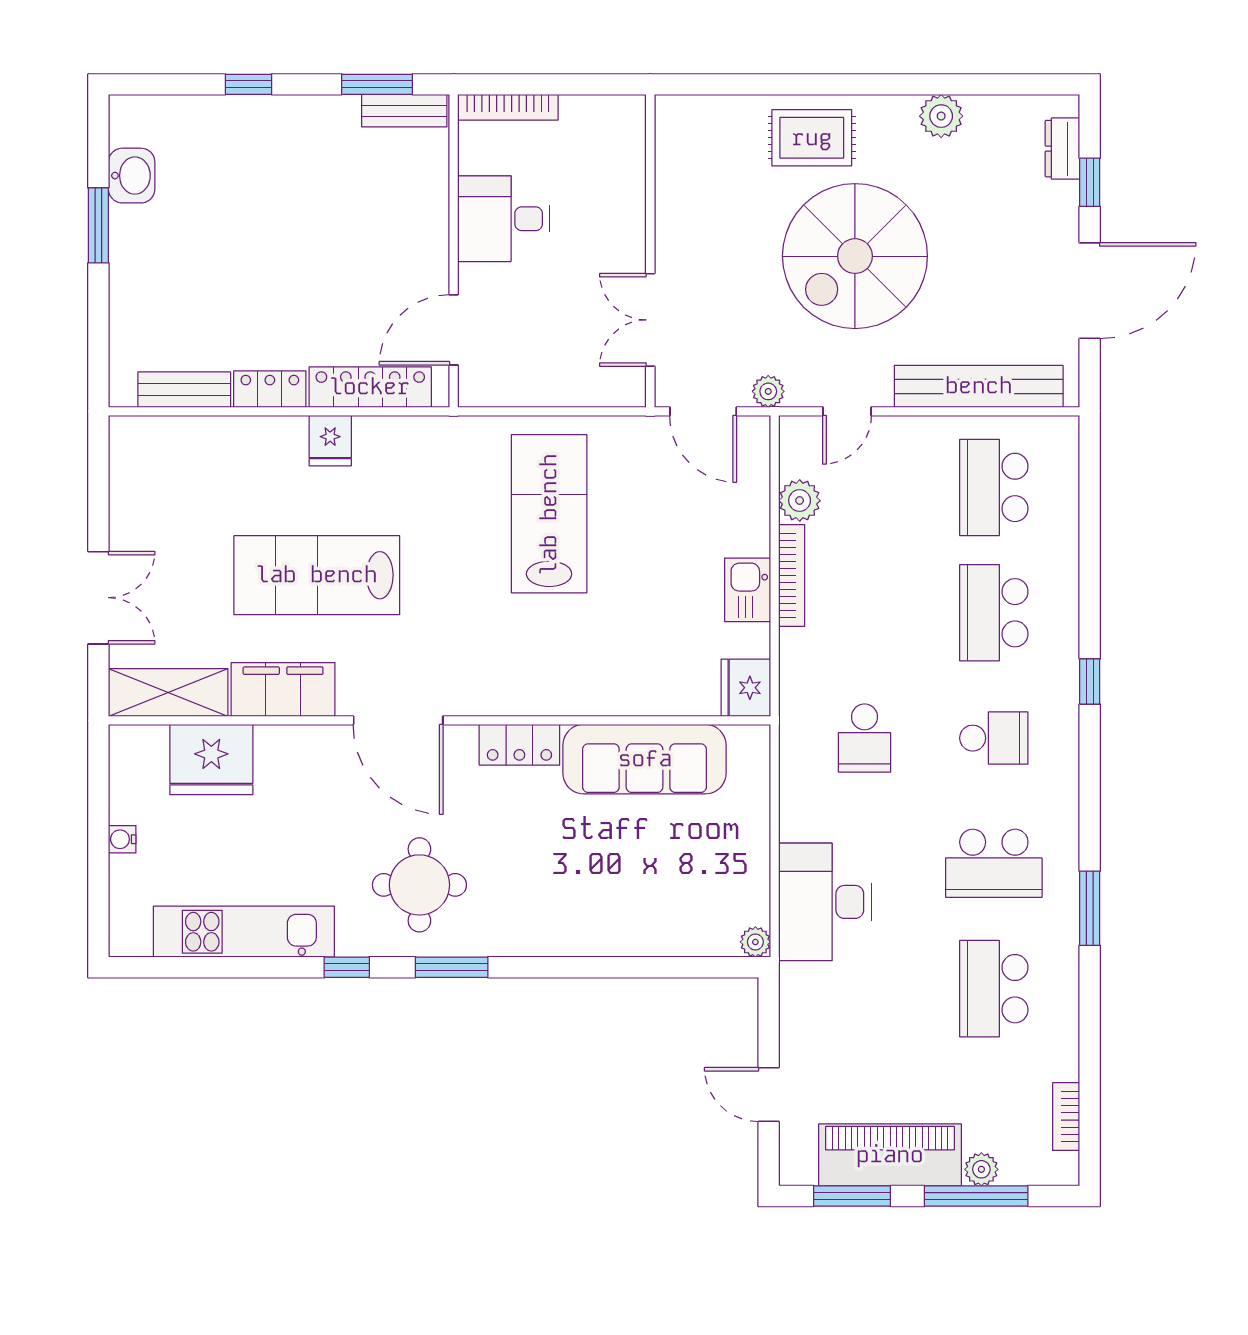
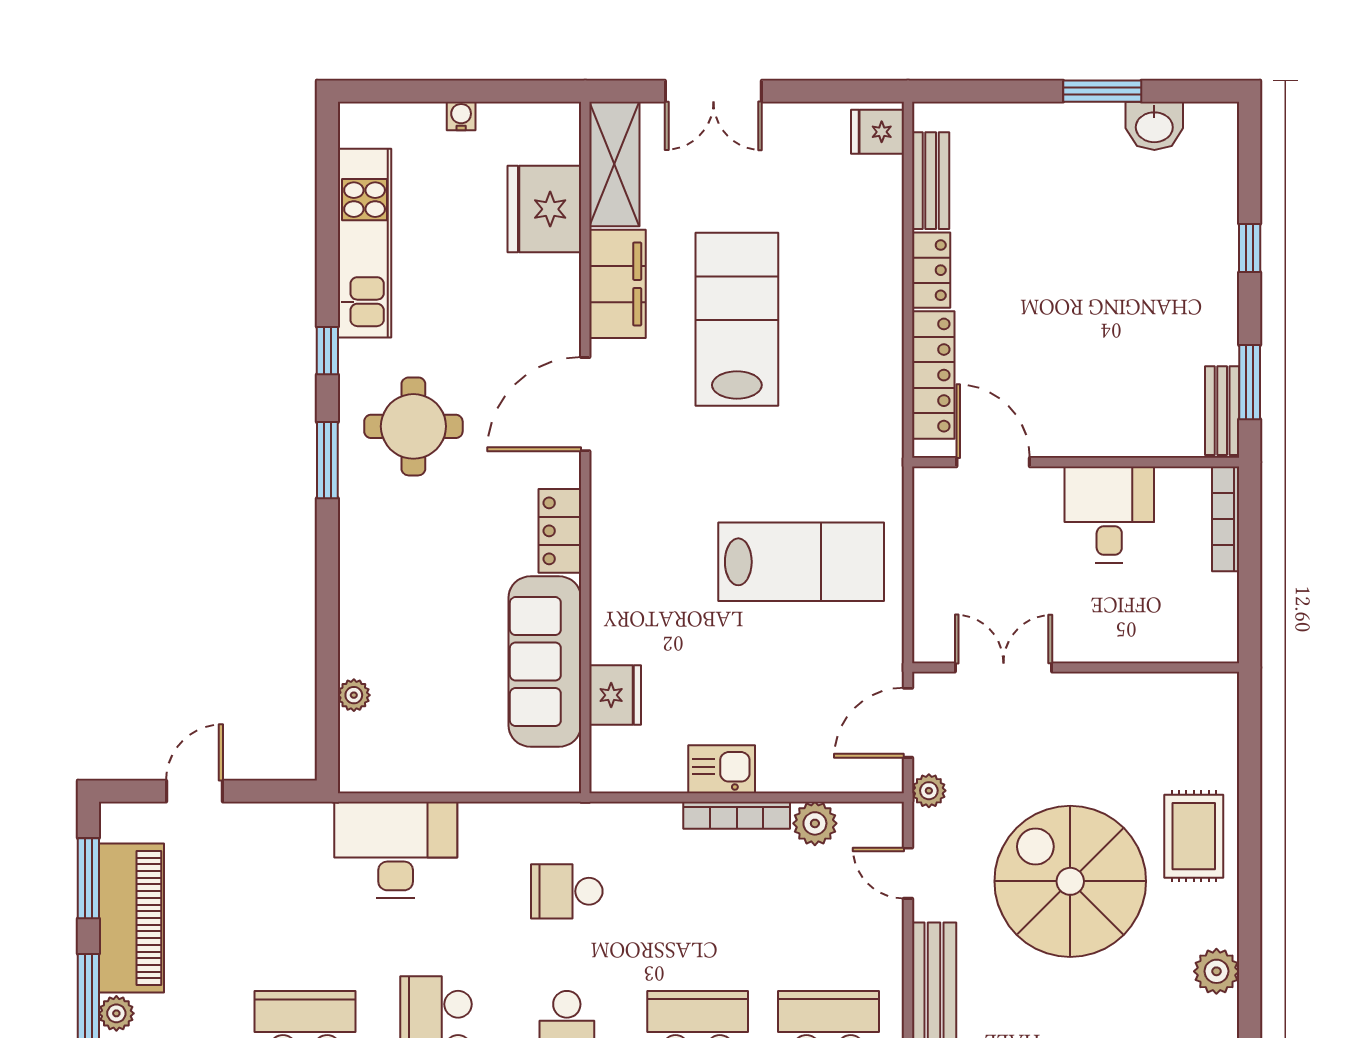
fridge: (330, 441) -> (877, 132), moved
fridge: (746, 688) -> (615, 695), moved, turned 90
plant: (755, 942) -> (354, 695), moved

